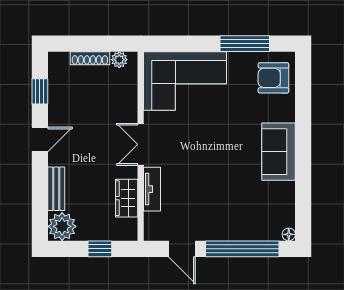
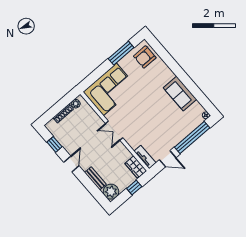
sofa: (279, 152) -> (180, 94), moved
tv unit: (152, 189) -> (145, 157), moved
wardrobe: (127, 198) -> (136, 167), moved

